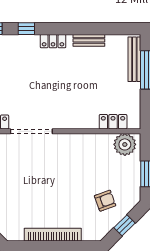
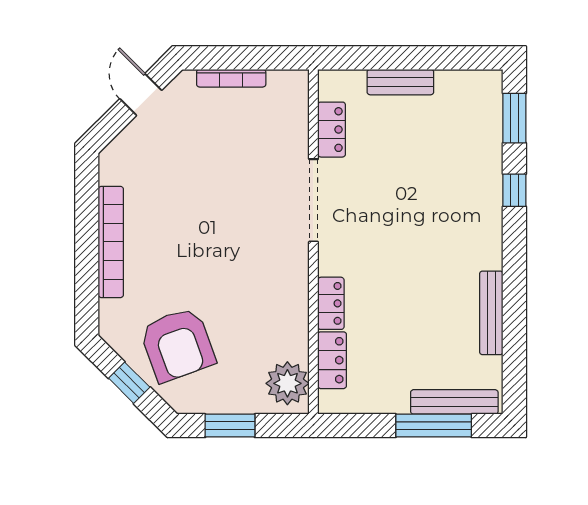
bench: (89, 40) -> (491, 313), width x1.36
locker: (53, 41) -> (331, 303), moved, turned 180
armchair: (105, 201) -> (178, 345), width x1.88, depth x1.88

